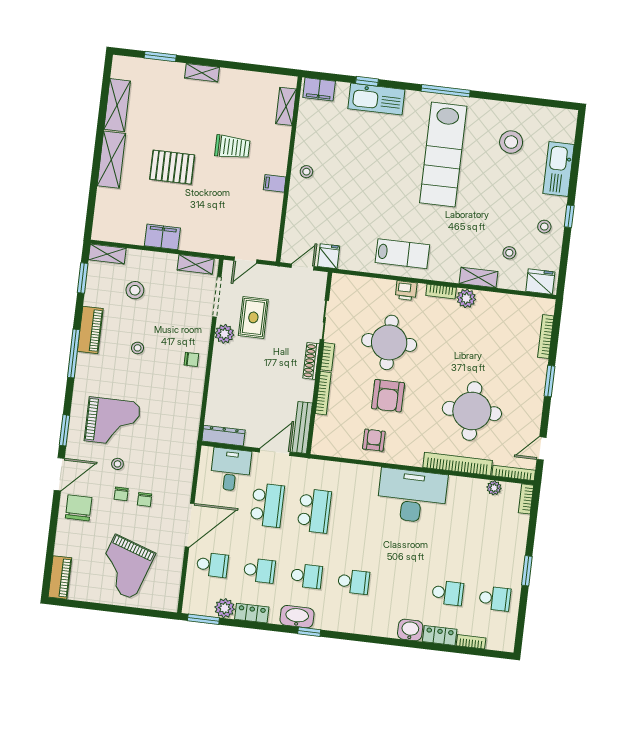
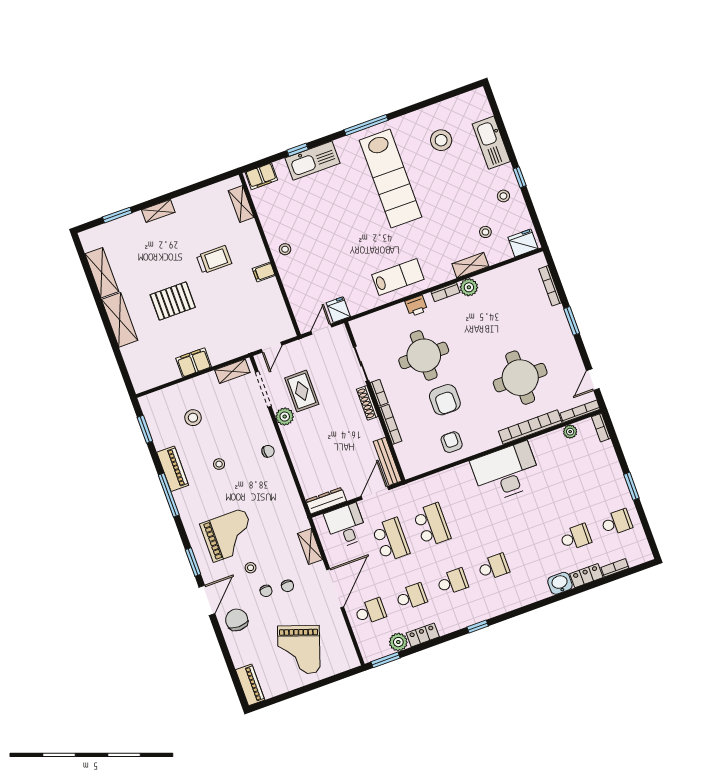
shelving: (107, 254) -> (310, 546), moved, turned 90
washbasin: (297, 617) -> (461, 619), removed

